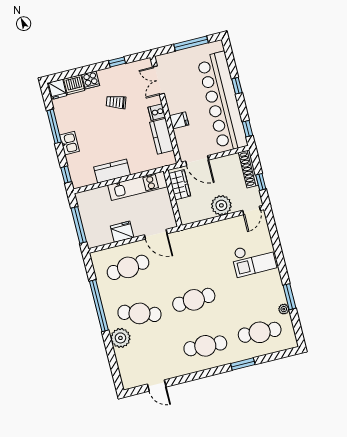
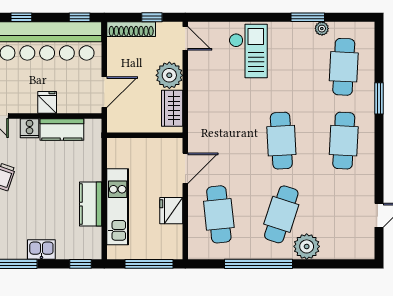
wardrobe: (180, 185) -> (172, 108), moved, turned -90
kitchen unit: (138, 186) -> (118, 207), moved

